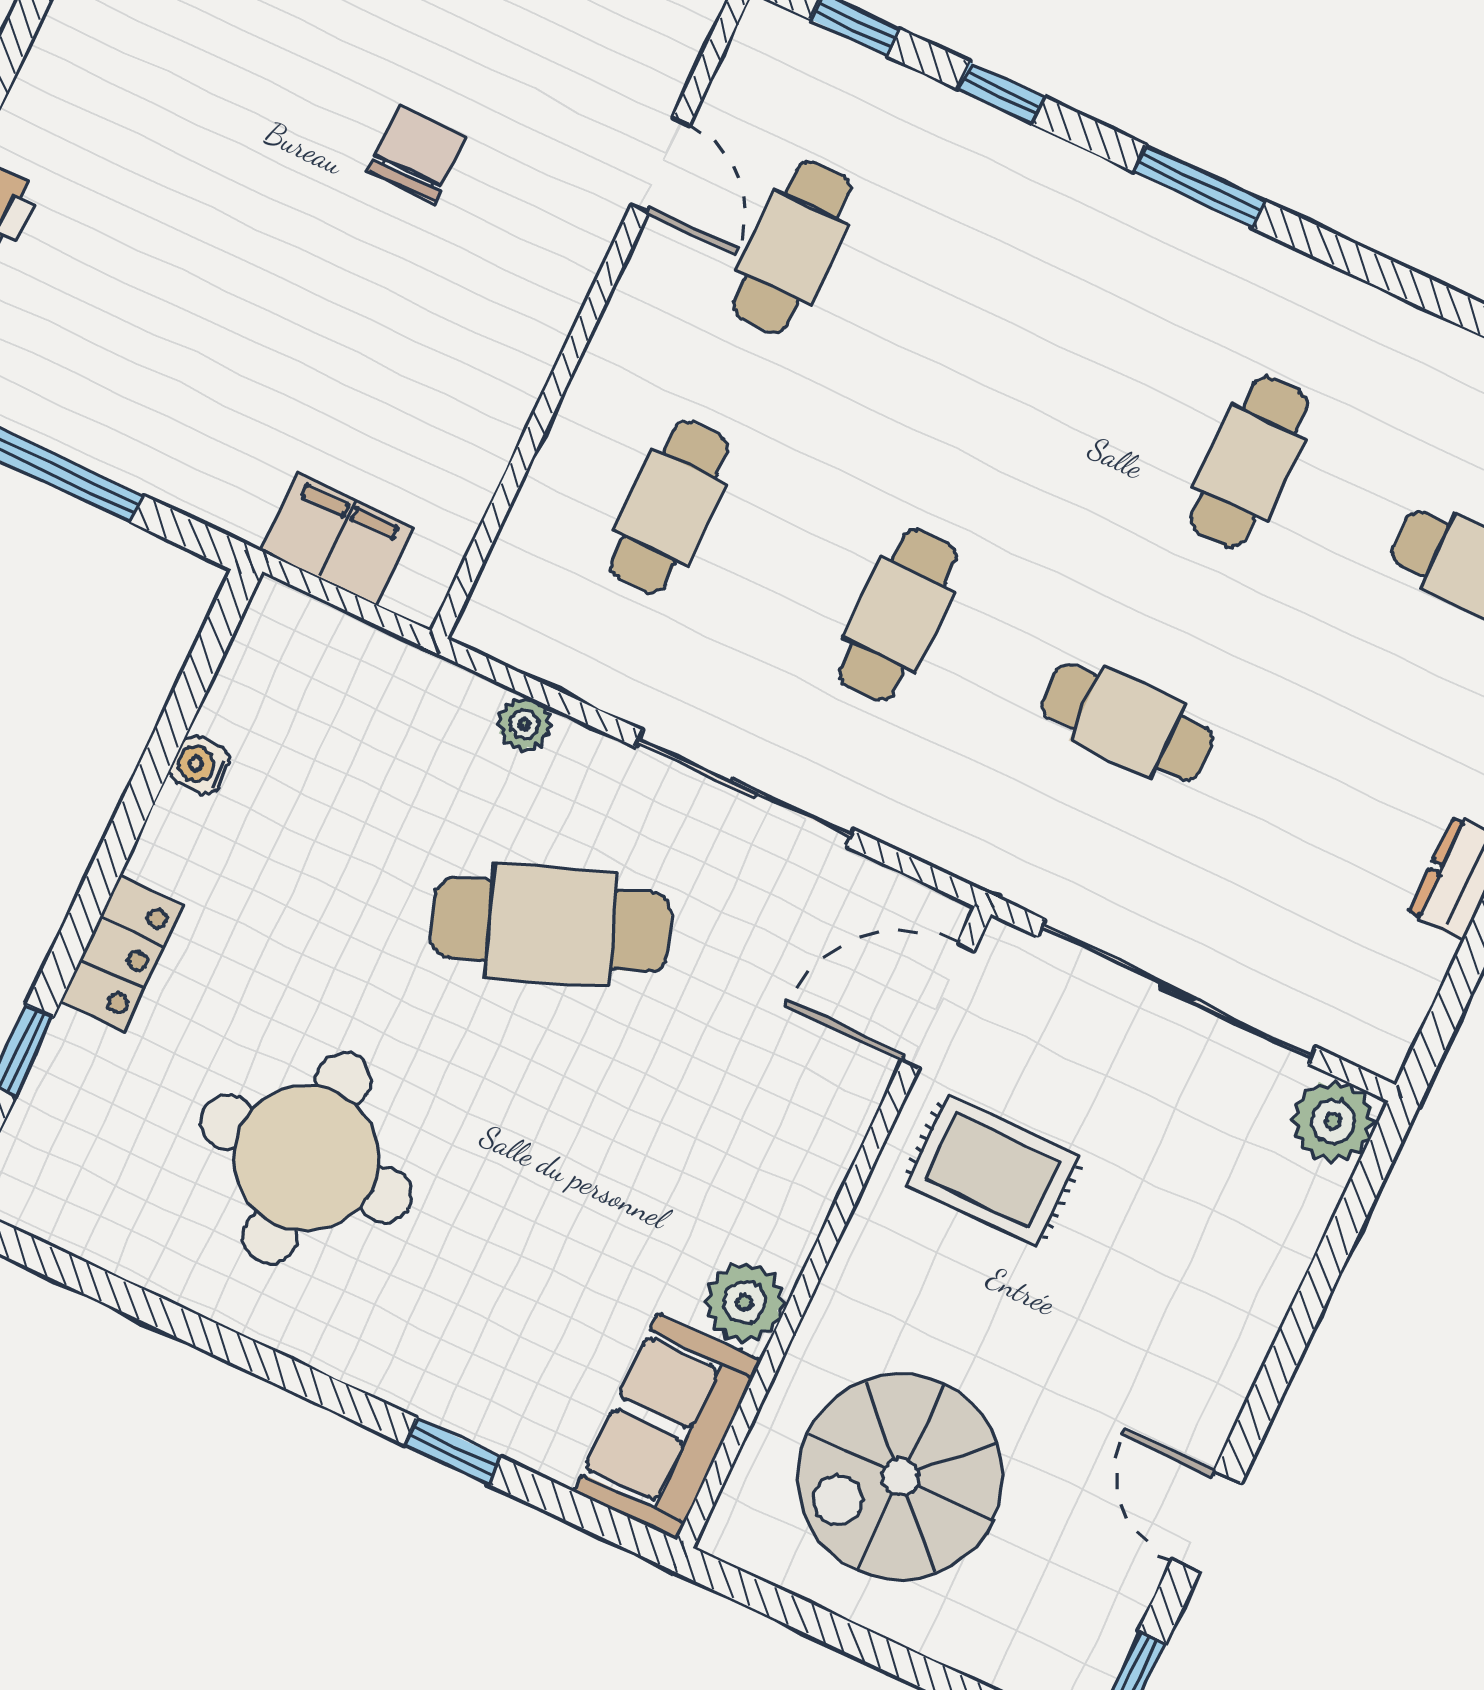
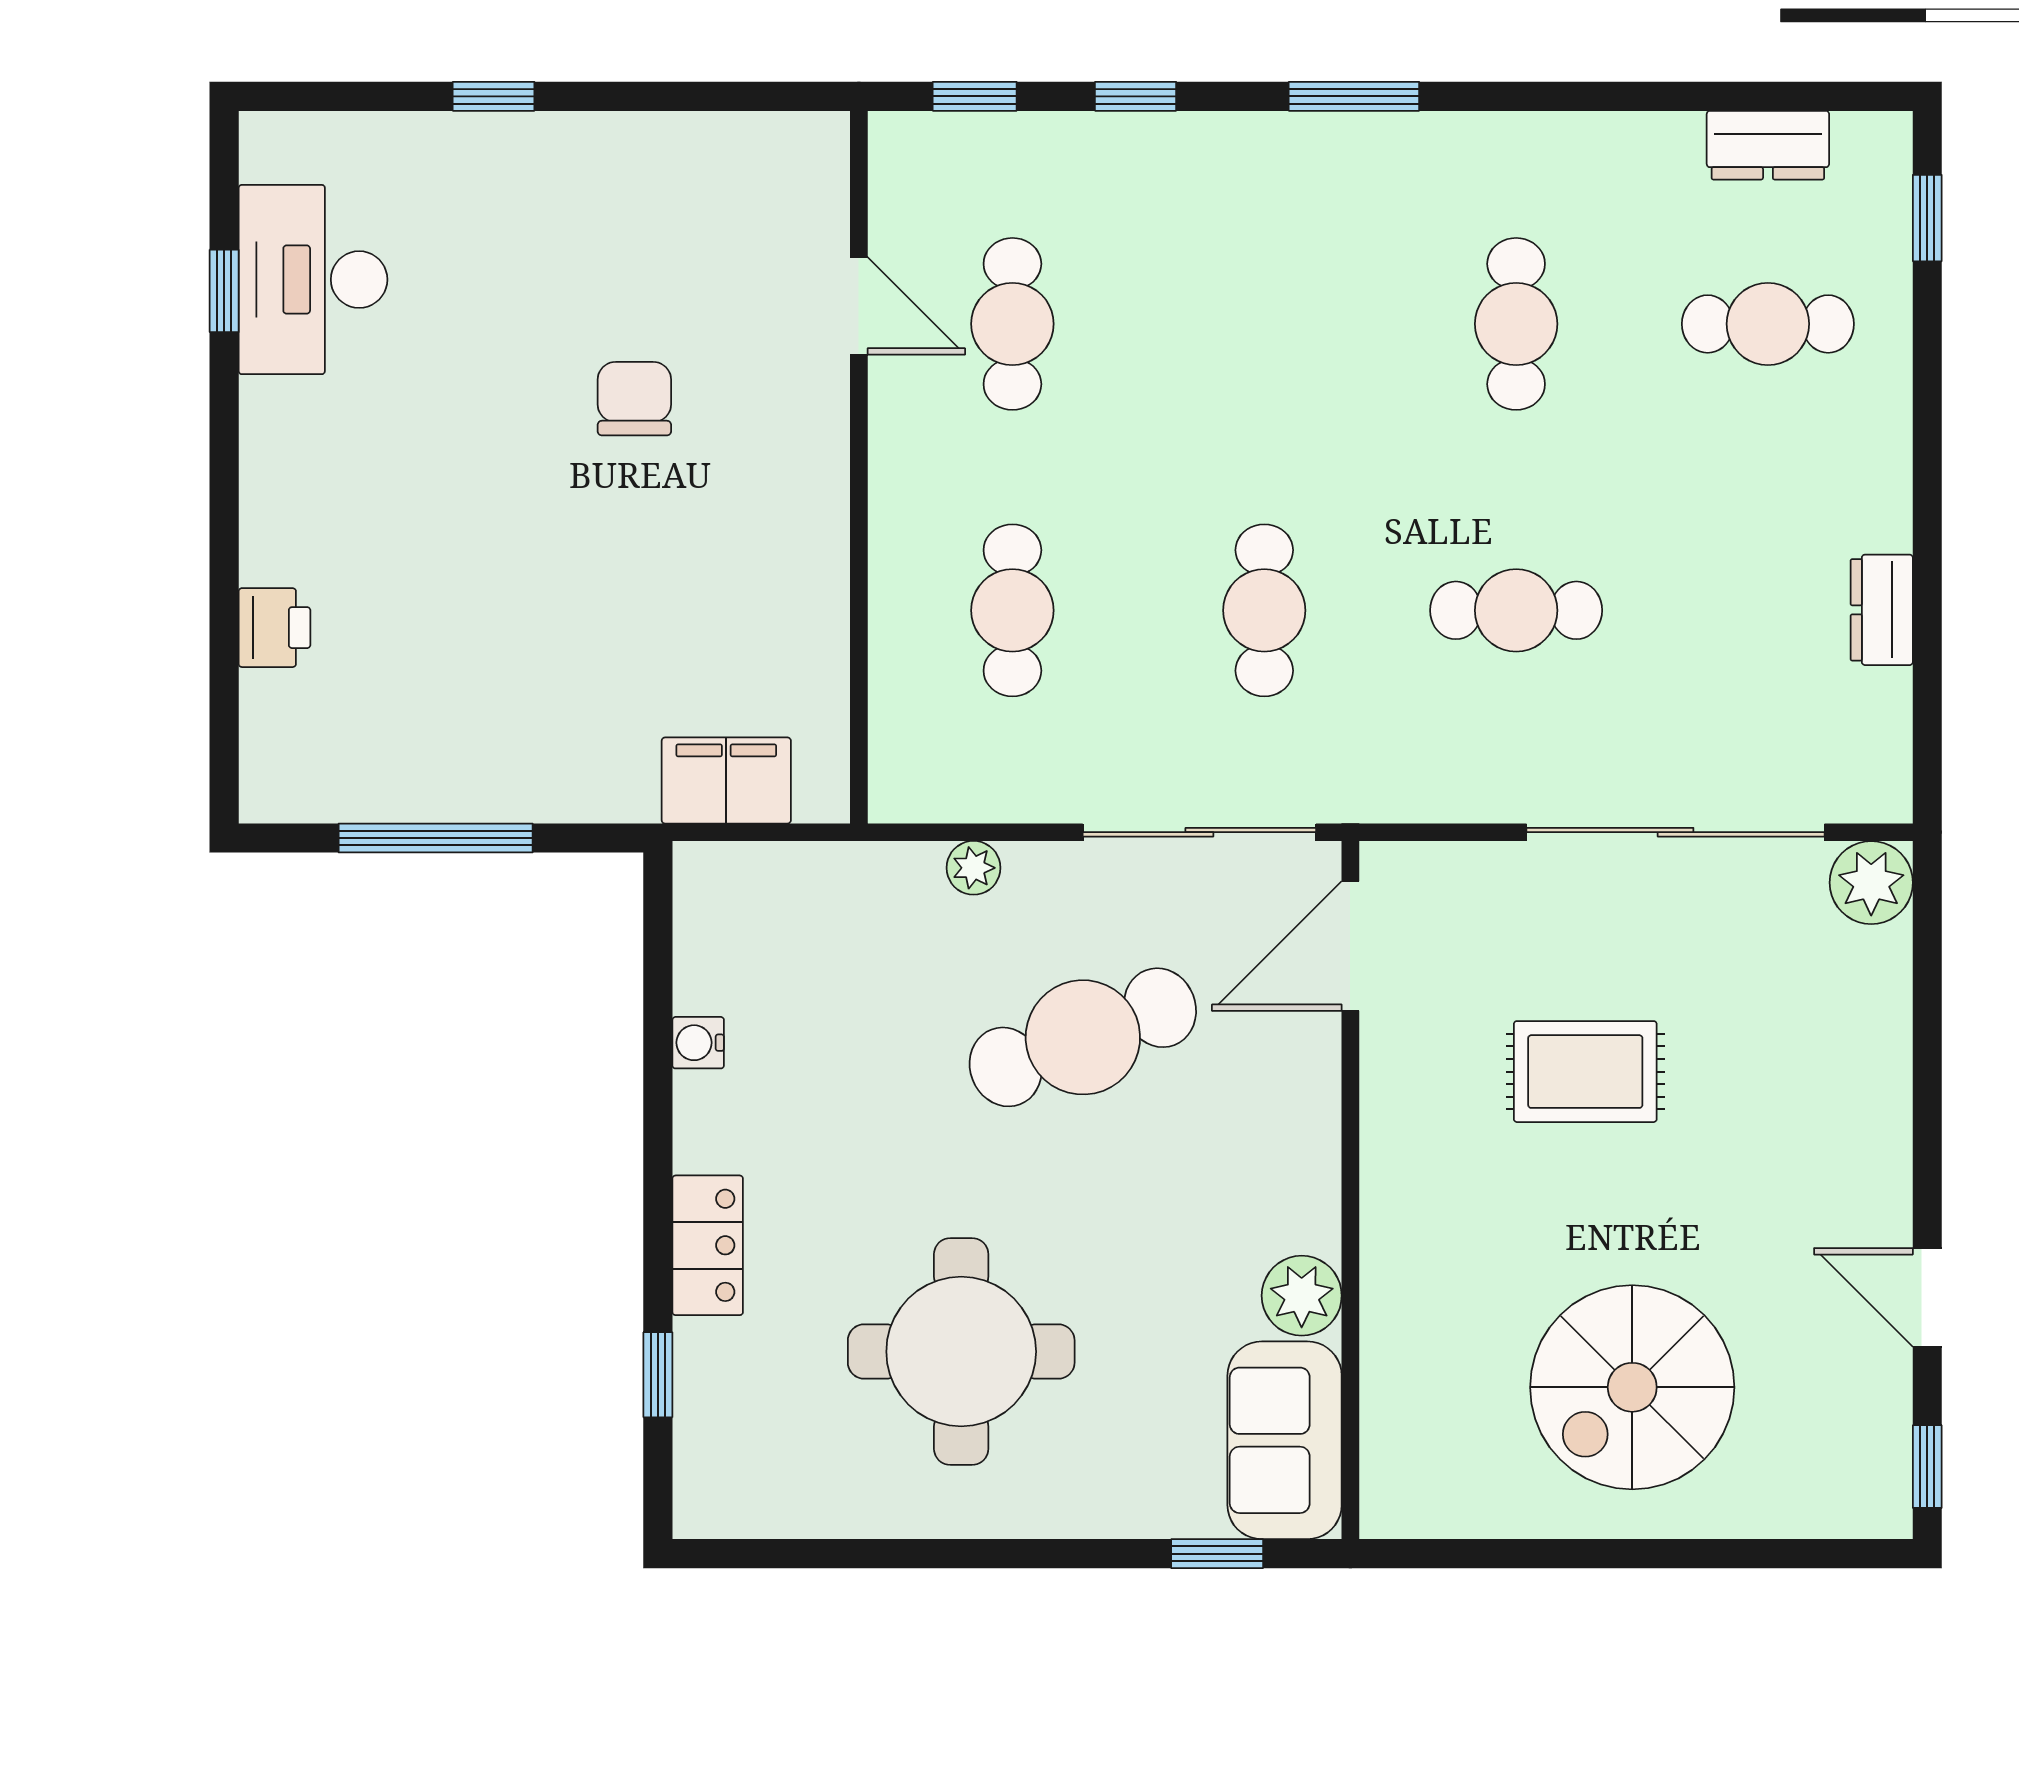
door: (938, 1006) -> (1350, 946), moved
wall: (834, 1227) -> (1350, 1190), moved
plant: (745, 1302) -> (1302, 1296), moved
sofa: (667, 1426) -> (1285, 1440), moved

